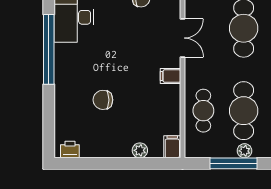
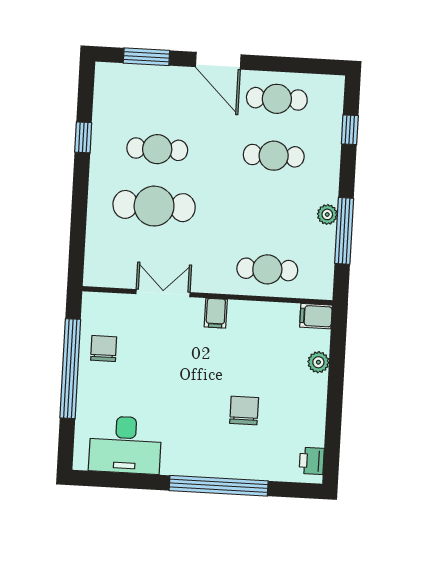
window: (49, 49) -> (219, 486), moved
chair: (103, 100) -> (244, 410), turned 180
cafe table: (244, 111) -> (270, 213), removed

